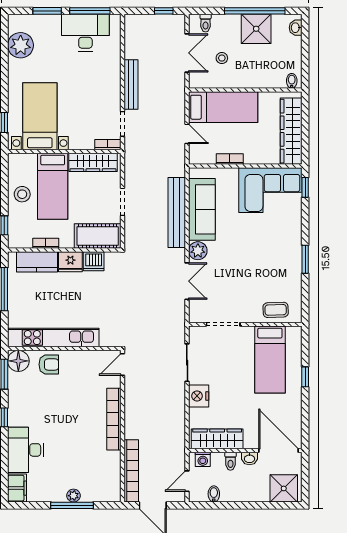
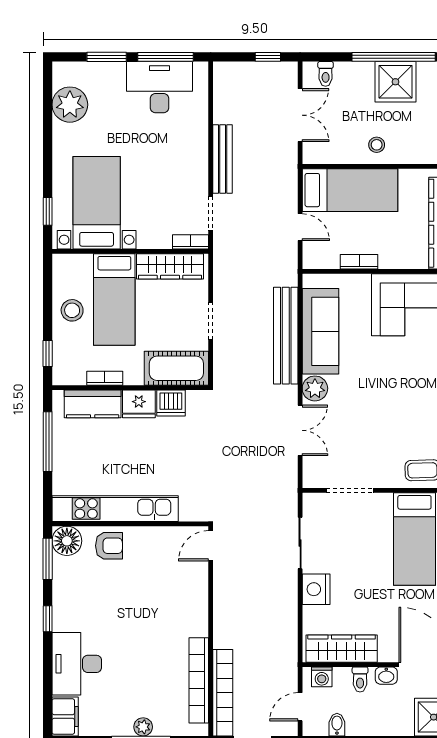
stool: (222, 58) -> (377, 145), moved
bookcase: (114, 419) -> (199, 680), moved

